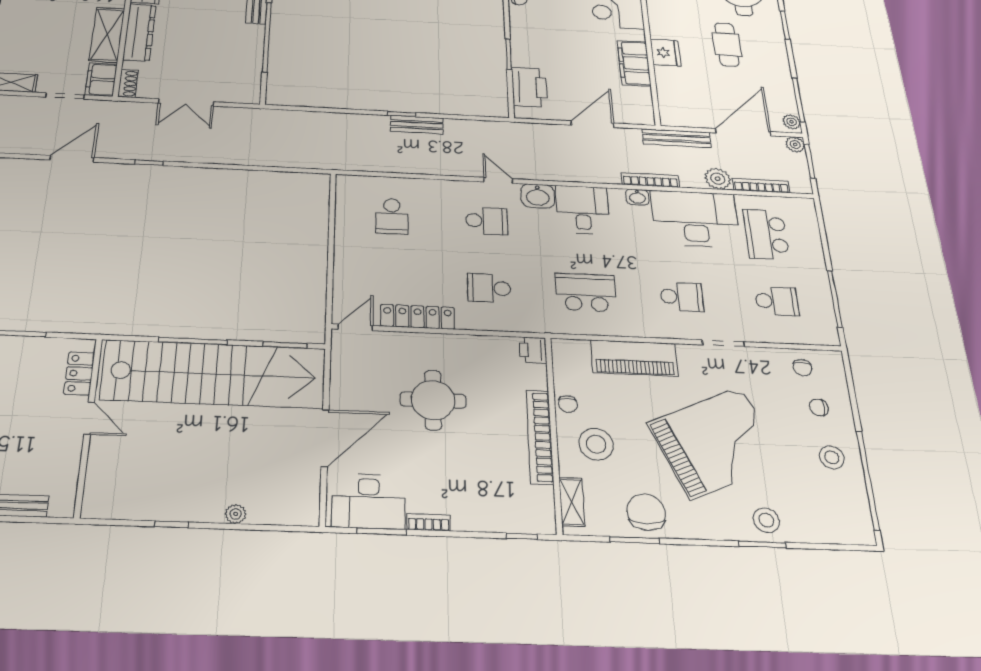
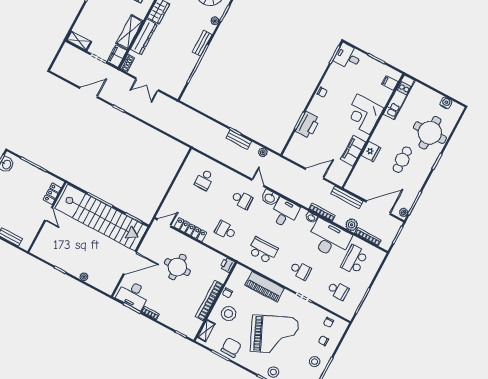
printer: (529, 87) -> (308, 125), moved
plant: (795, 145) -> (263, 152), moved

